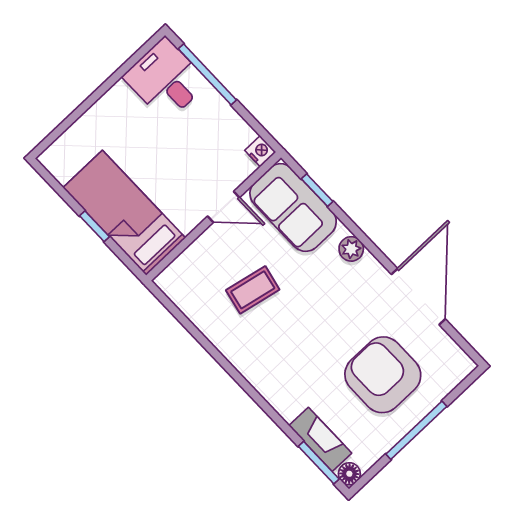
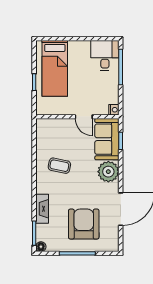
bed: (124, 213) -> (55, 68), moved, turned 180
plant: (351, 249) -> (108, 172), width x1.87, depth x1.87
coffee table: (253, 290) -> (59, 166), moved
fireplace: (320, 439) -> (42, 209), moved

